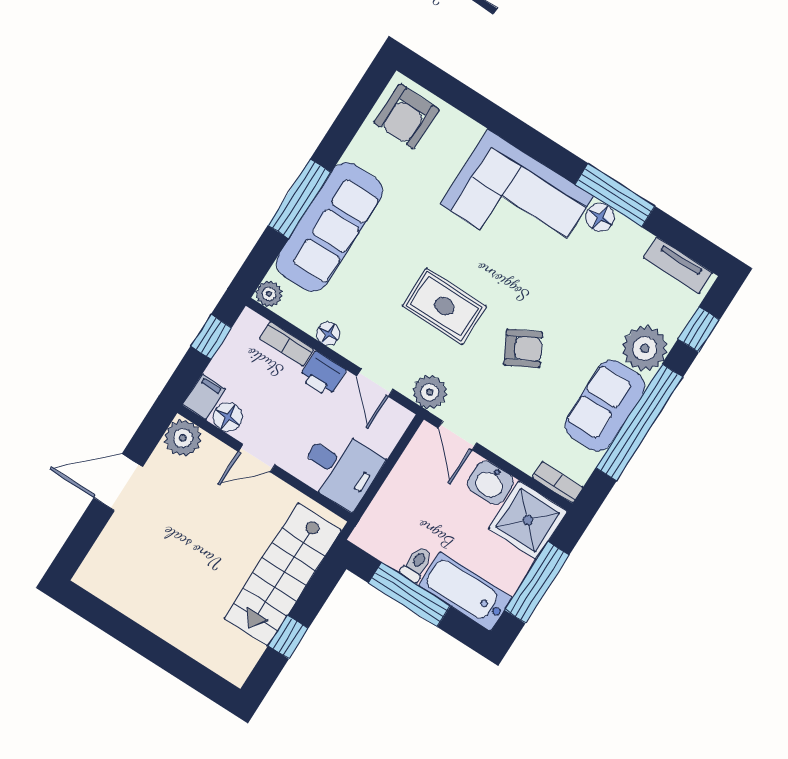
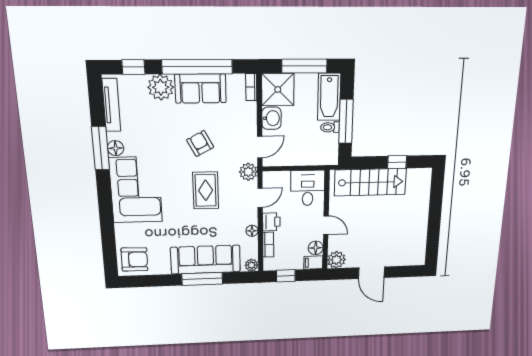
tv unit: (678, 265) -> (111, 105), width x1.41

